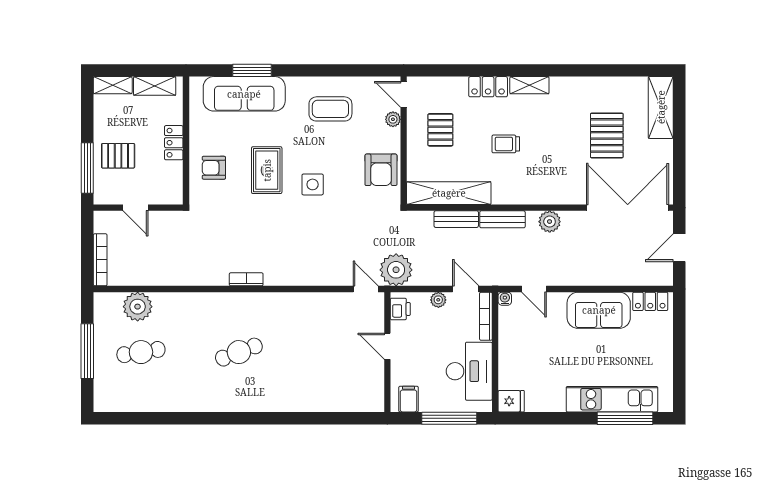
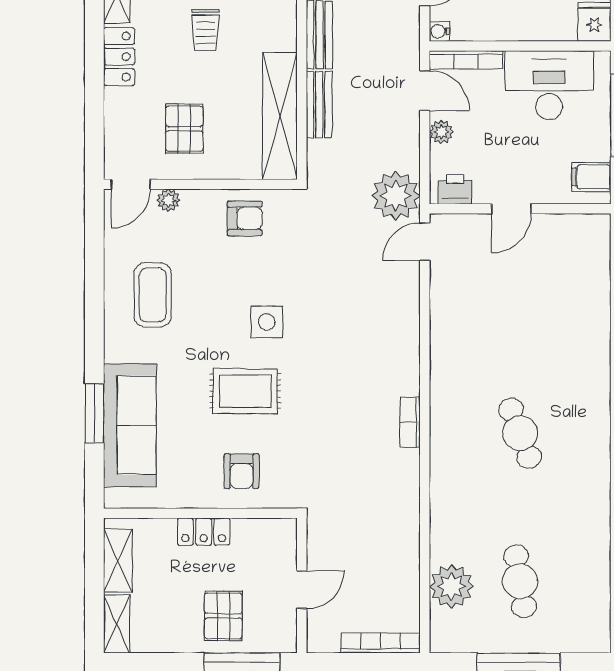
pallet: (440, 130) -> (184, 129), turned 90
armchair: (381, 170) -> (245, 218), width x0.72, depth x0.72
door: (466, 289) -> (425, 91), swing flipped

